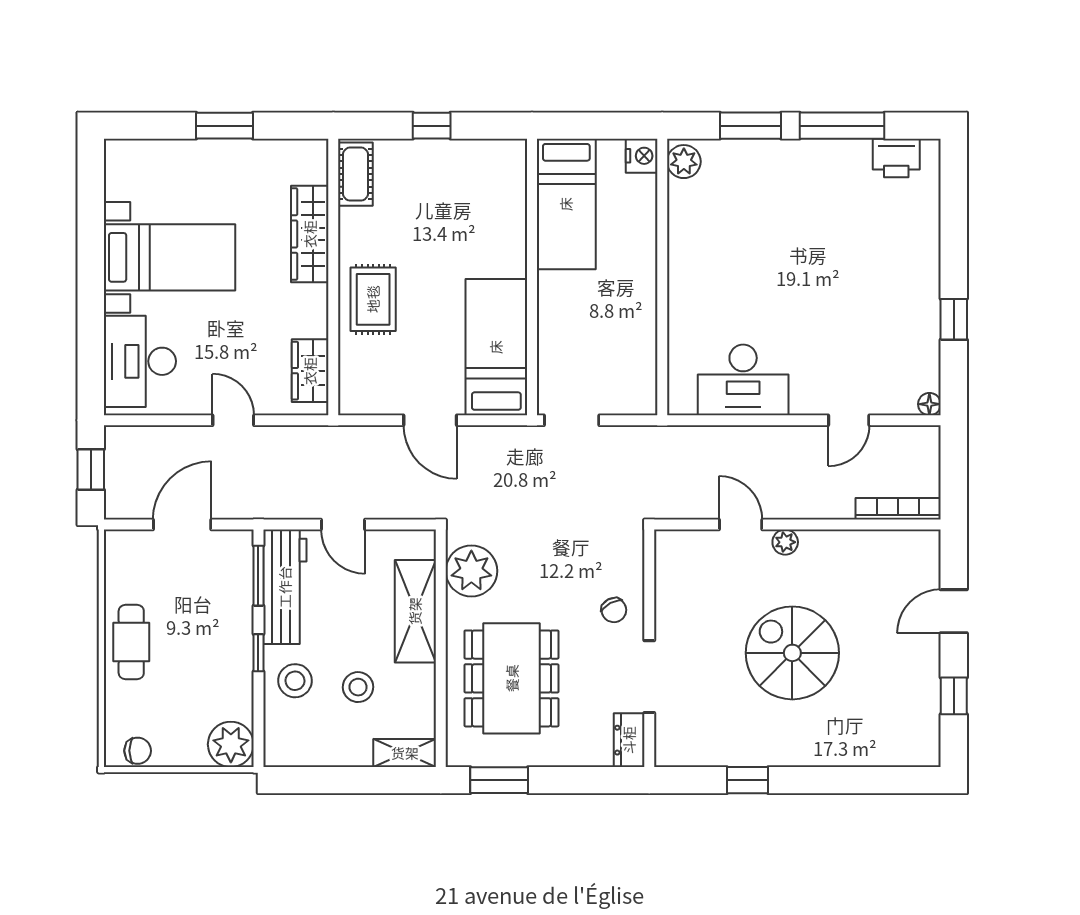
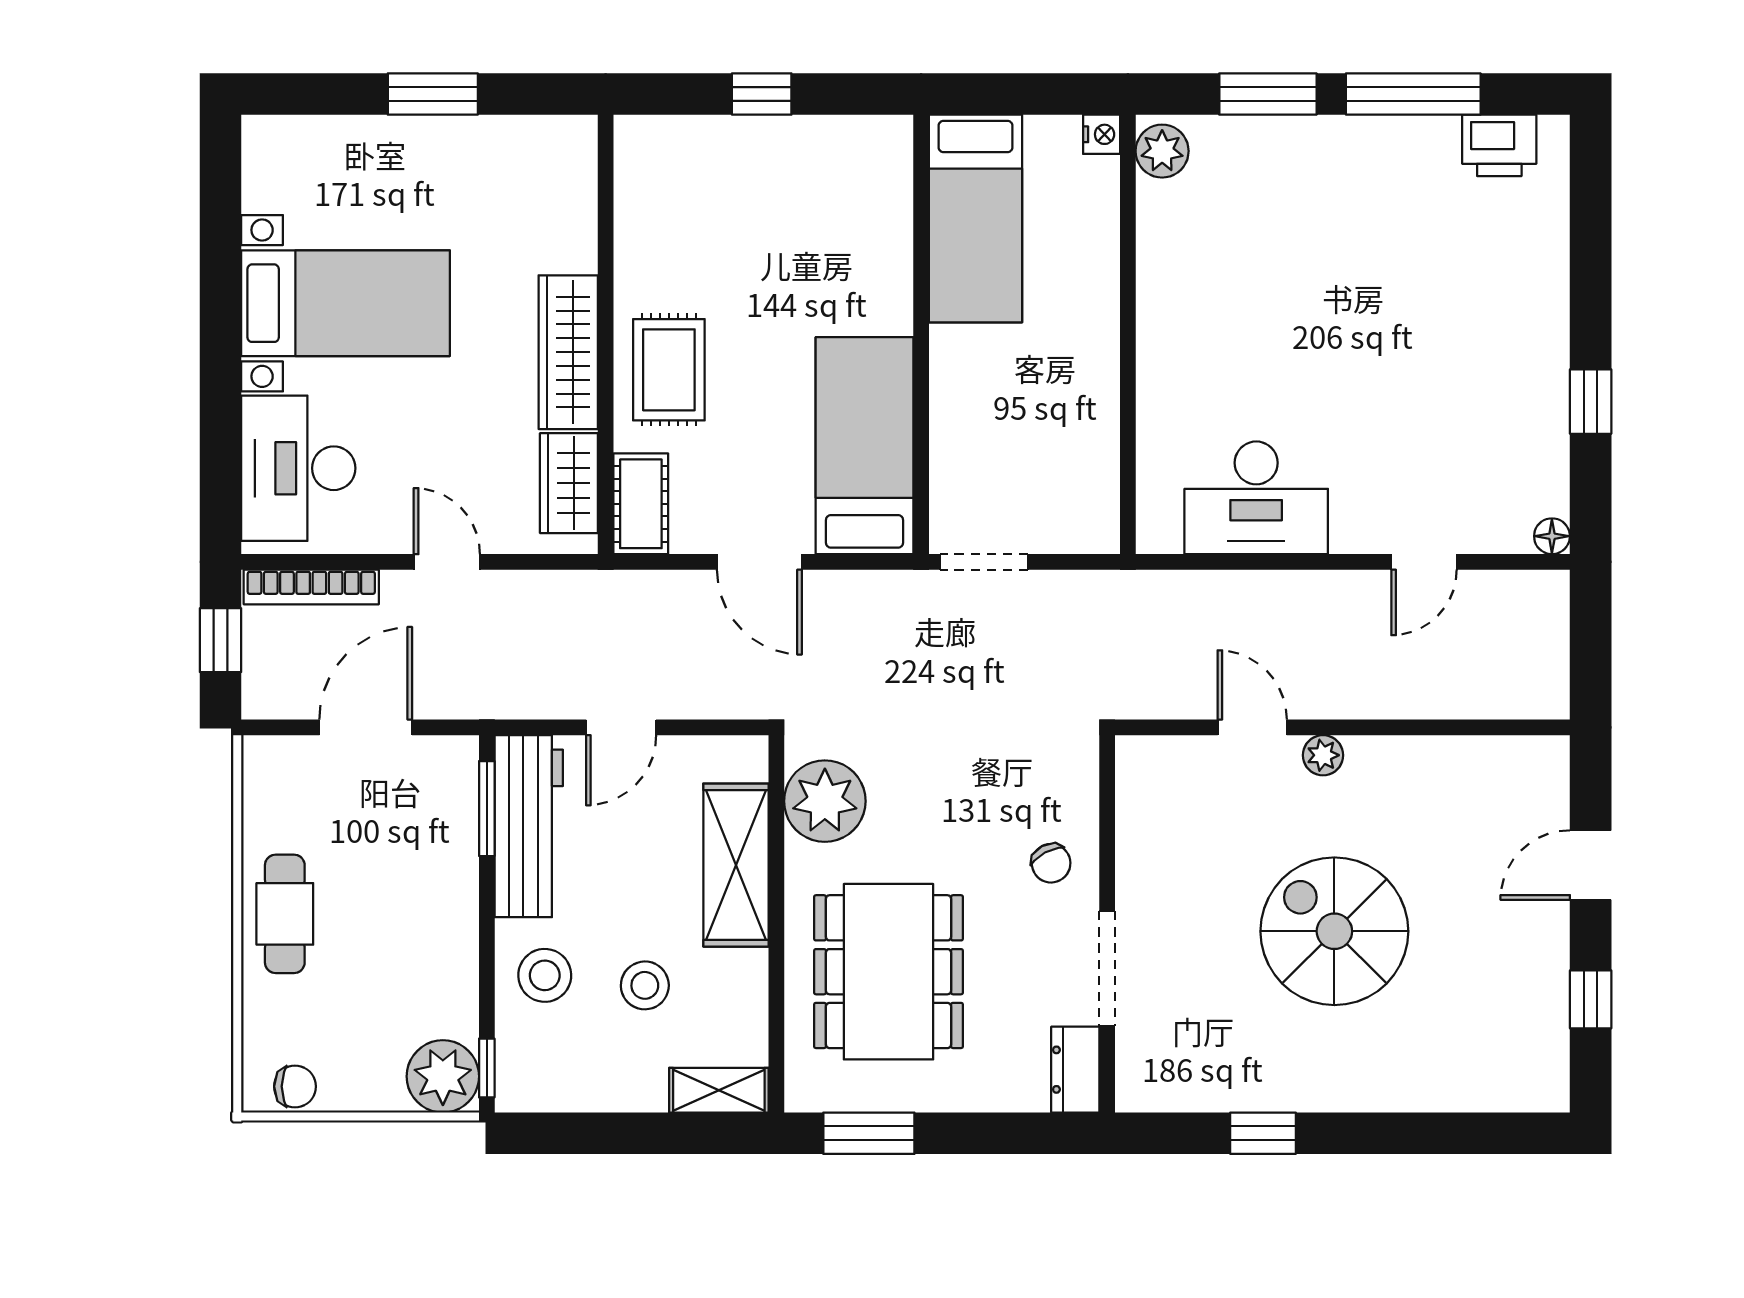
nightstand: (642, 156) -> (1102, 134), width x0.72, depth x0.74
cot: (355, 174) -> (641, 504), moved
wardrobe: (310, 234) -> (568, 352), moved
bookcase: (898, 509) -> (311, 587), moved, turned 180
door: (343, 525) -> (621, 727), hinge flipped
window: (258, 653) -> (487, 1068), moved

